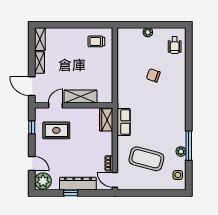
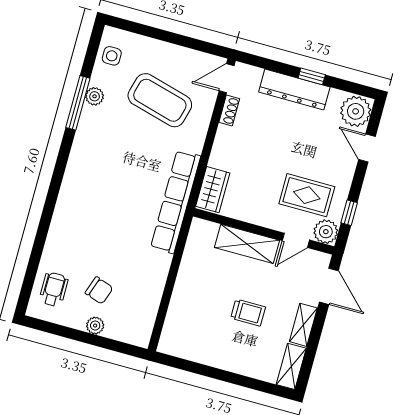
trolley: (96, 41) -> (248, 313), moved
chair: (153, 75) -> (99, 290), moved
plant: (41, 114) -> (326, 232), added
row of seats: (124, 122) -> (176, 202), width x2.02
door: (115, 180) -> (227, 78), swing flipped

